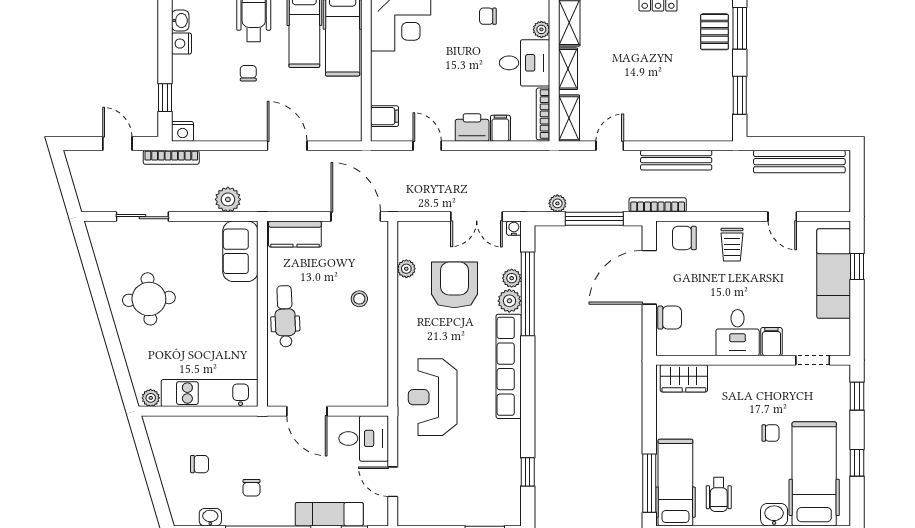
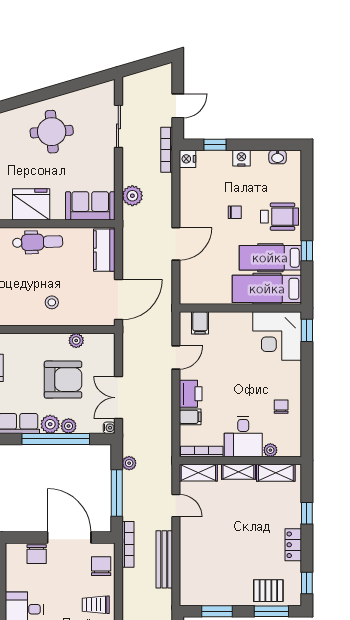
nightstand: (182, 44) -> (241, 158), moved
fridge: (239, 324) -> (31, 204), added

